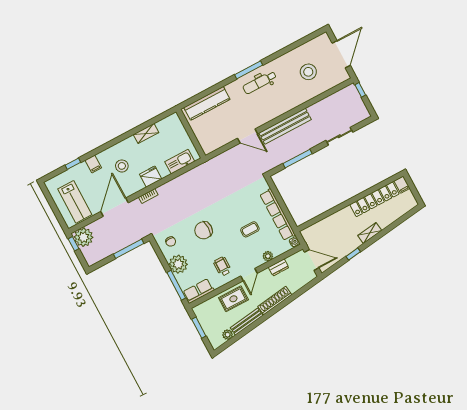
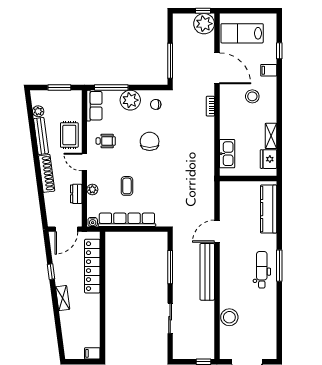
stool: (308, 72) -> (229, 317), moved
fridge: (151, 177) -> (269, 159), moved, turned 180
locker: (374, 199) -> (92, 266), moved

